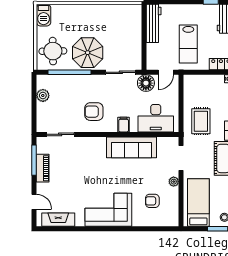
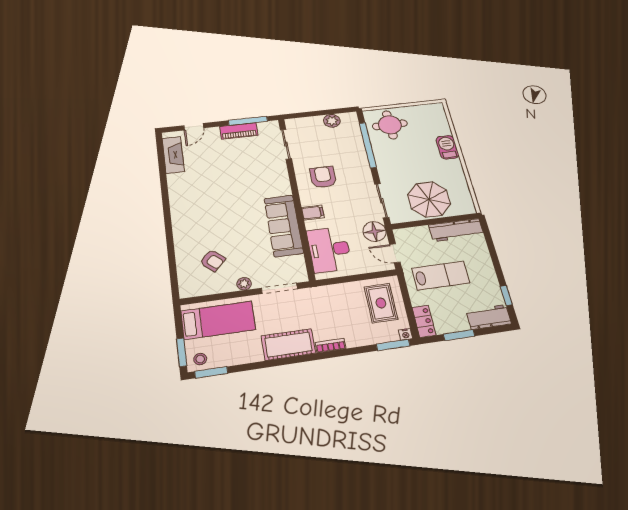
barbecue: (44, 15) -> (447, 147), moved, turned 90
lab bench: (188, 44) -> (441, 276), turned 180
parasol: (88, 53) -> (429, 199), moved
rug: (201, 121) -> (381, 303), moved, turned 90
armchair: (152, 201) -> (213, 261), turned 133
corner sofa: (108, 210) -> (193, 209), removed

